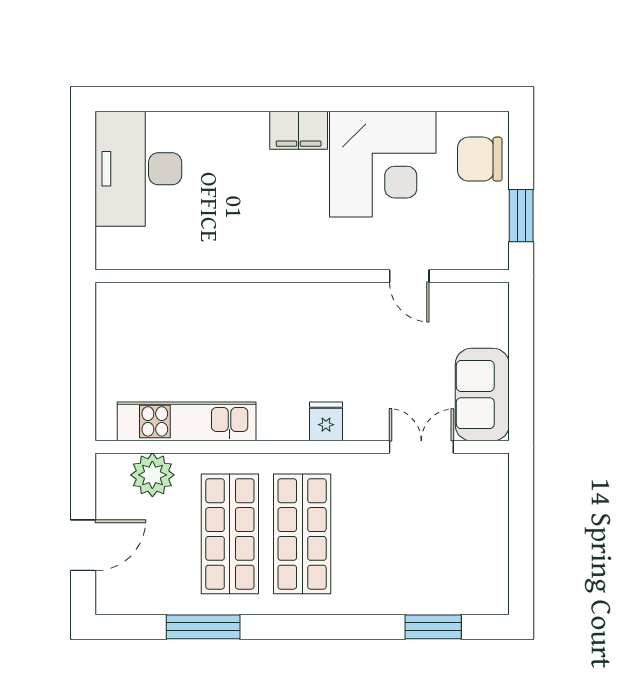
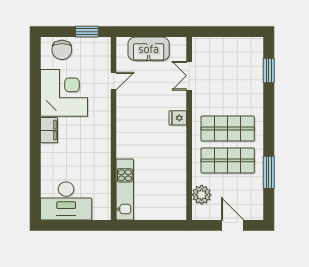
sofa: (482, 395) -> (149, 49), moved
kitchen unit: (187, 421) -> (125, 189), moved, turned 180

